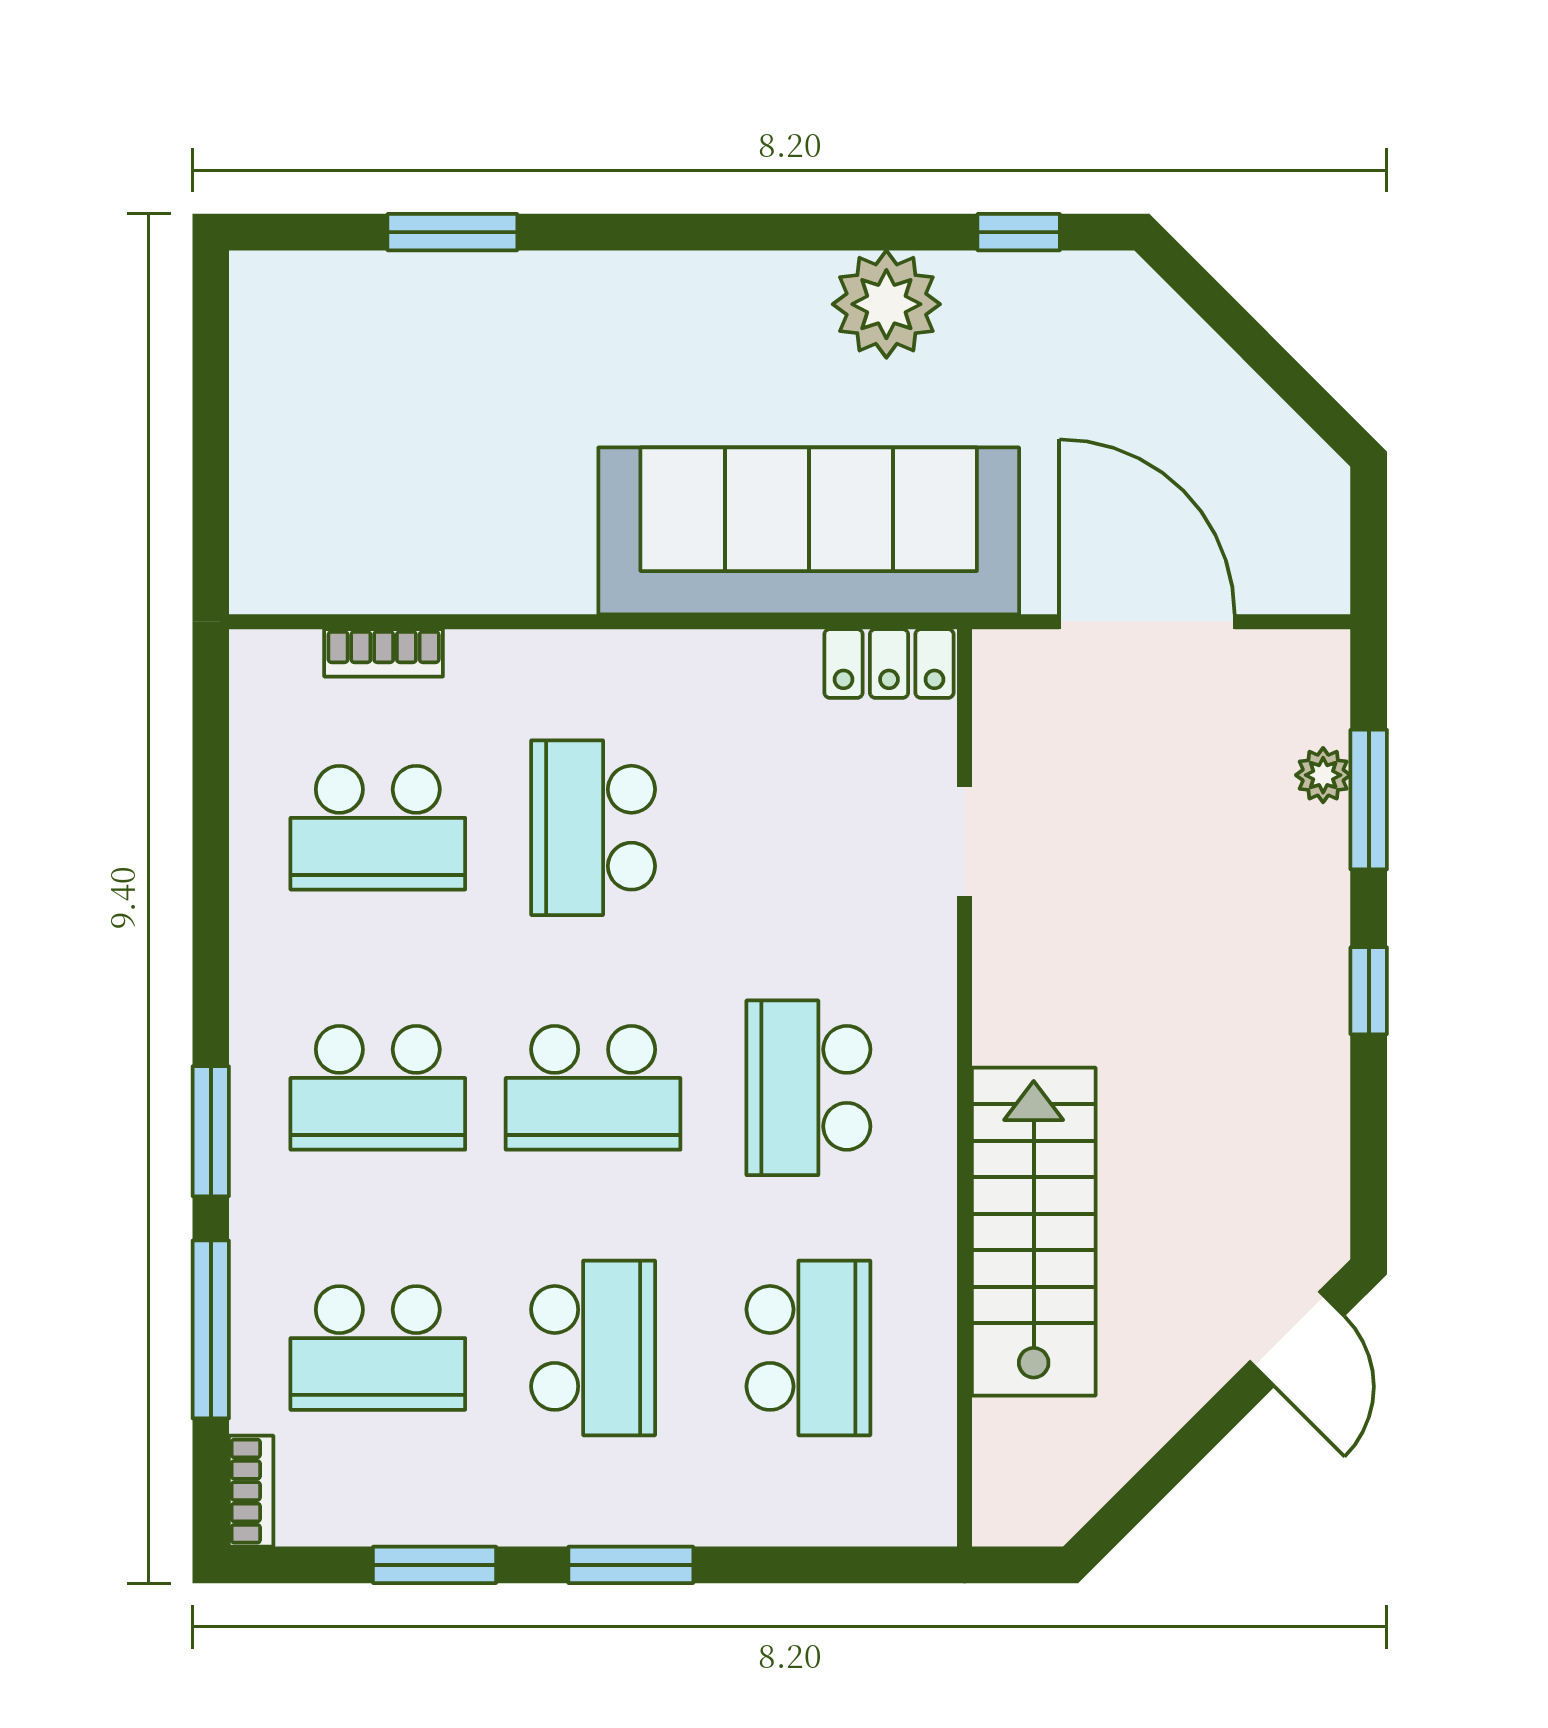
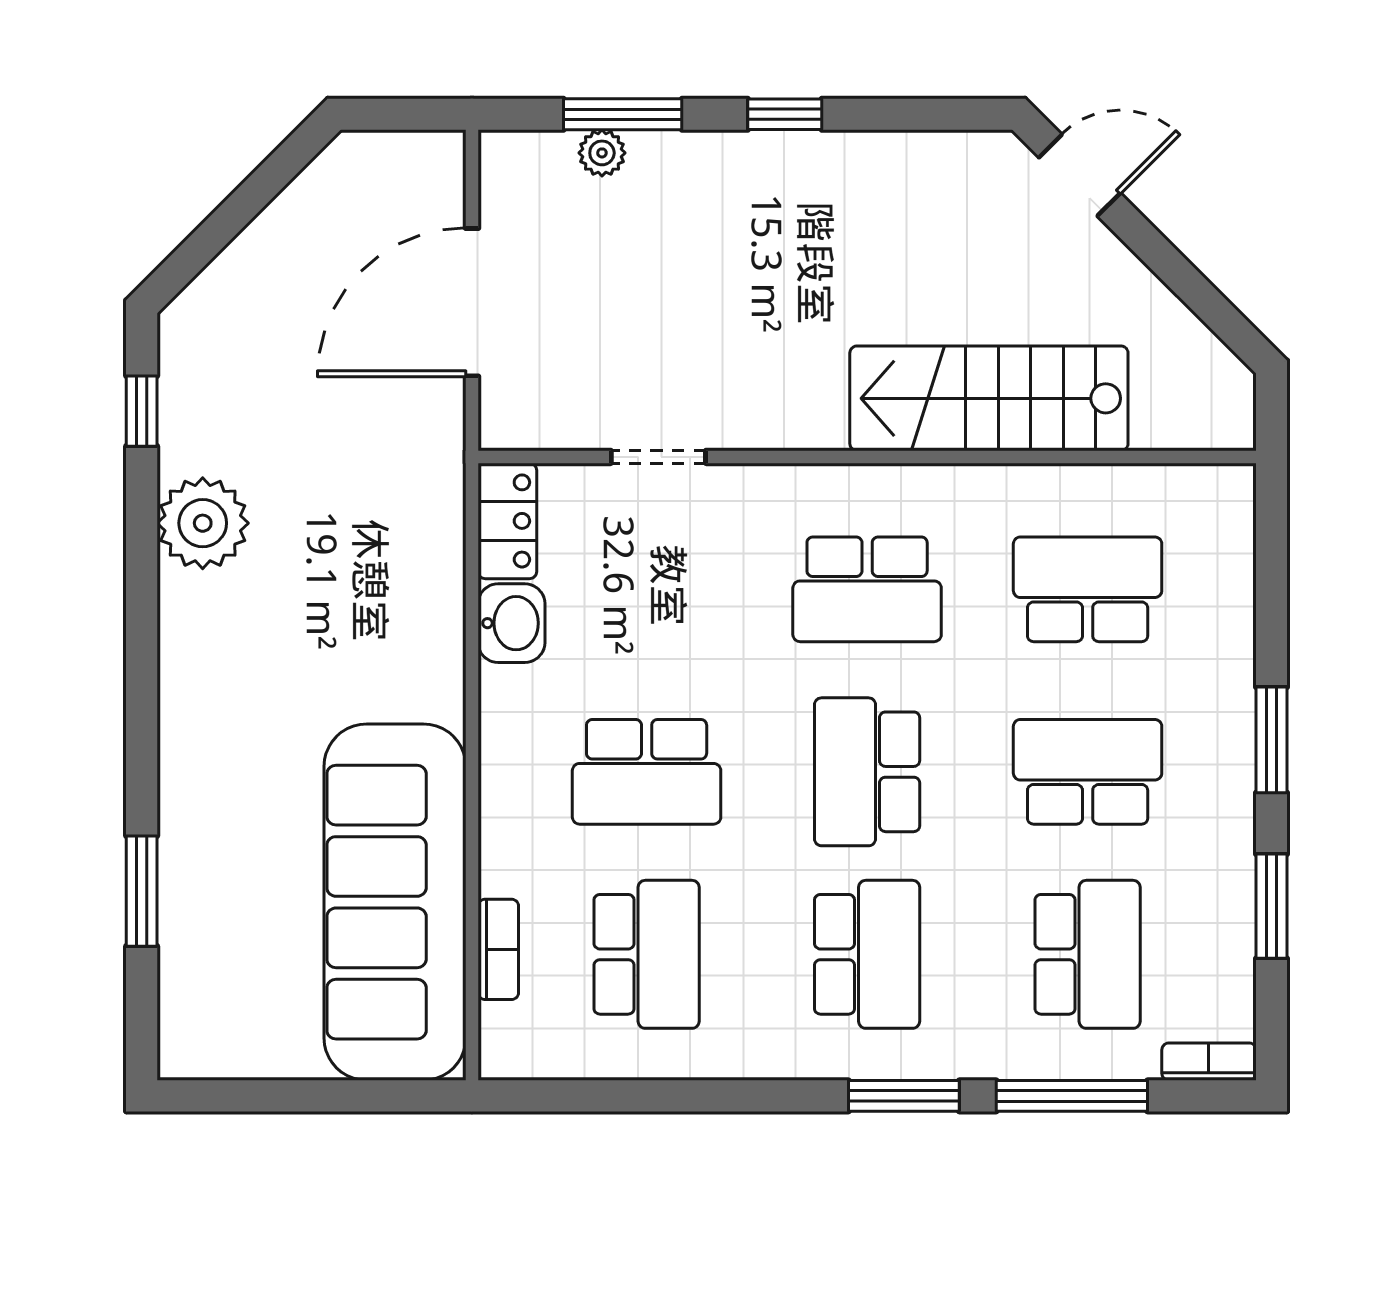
sofa: (809, 531) -> (395, 902), moved
washbasin: (768, 668) -> (511, 623), added
school desk: (593, 1088) -> (867, 772), turned 180

